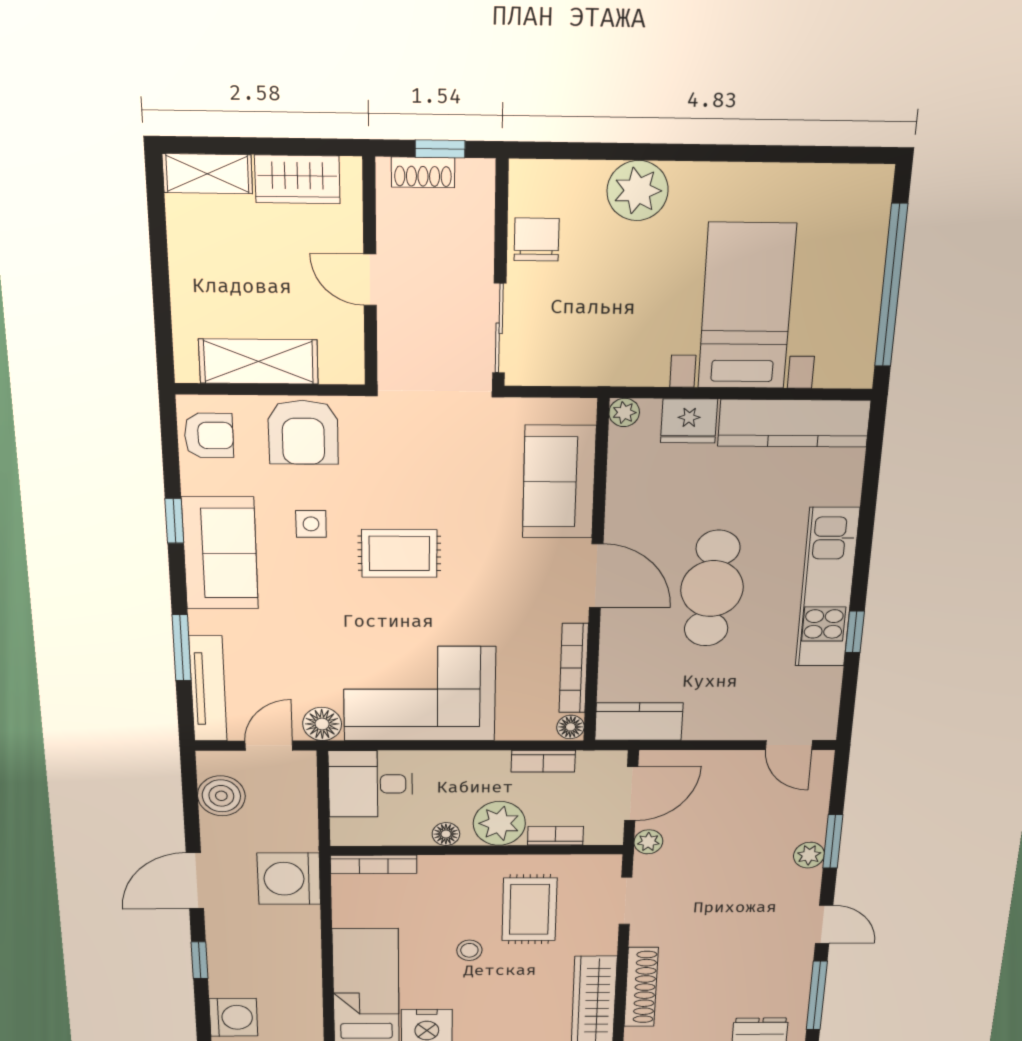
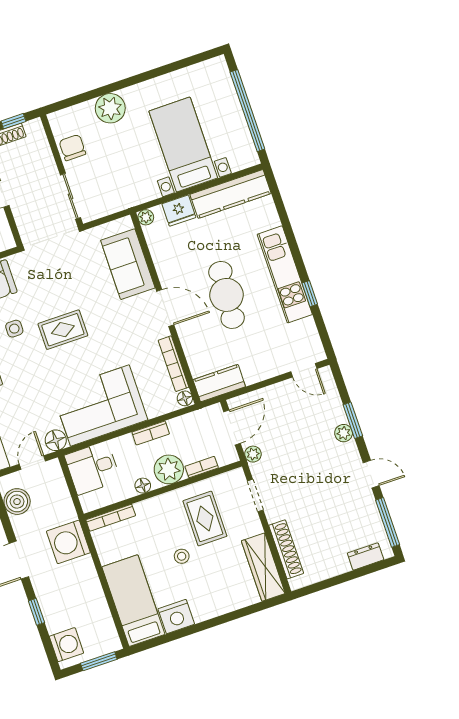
bookcase: (543, 761) -> (151, 433), moved

